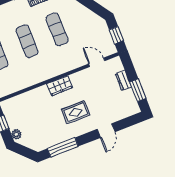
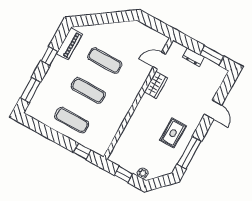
window: (116, 35) -> (157, 25), removed
wardrobe: (60, 86) -> (156, 85), moved
rug: (76, 112) -> (173, 133), moved

